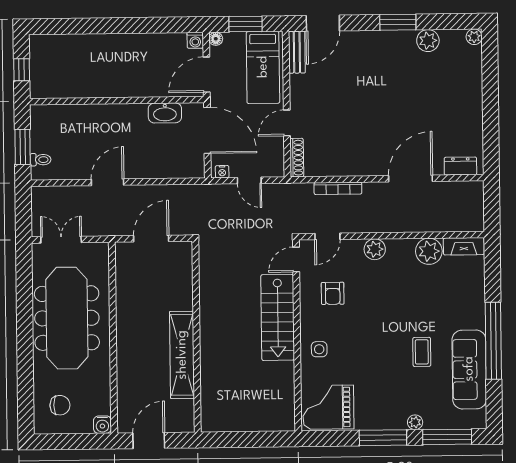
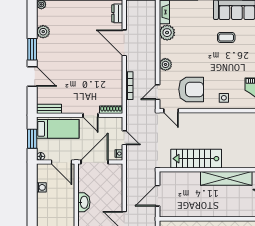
door: (323, 23) -> (32, 77), moved
washing machine: (195, 40) -> (41, 187), moved
washbasin: (165, 113) -> (84, 202), moved
door: (249, 180) -> (124, 138), hinge flipped
door: (327, 236) -> (158, 92), swing flipped
door: (151, 239) -> (158, 196), hinge flipped
armchair: (333, 293) -> (191, 89), width x1.88, depth x1.88
stairs: (278, 317) -> (196, 159), moved, turned 180

